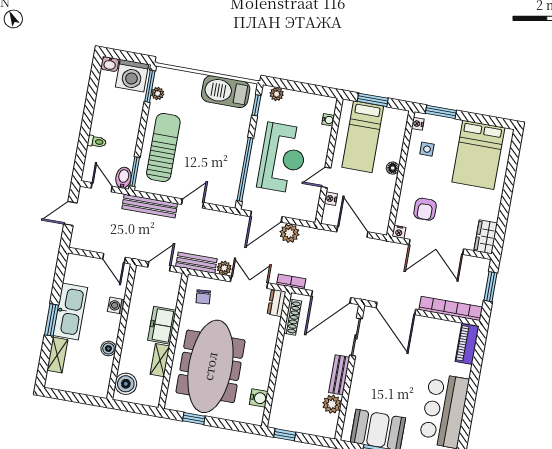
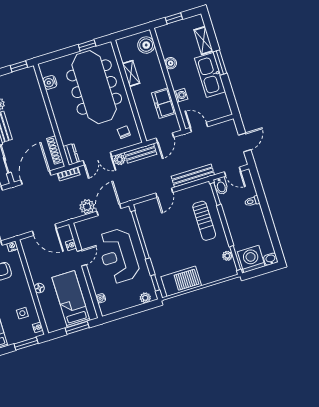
sun lounger: (163, 147) -> (204, 221), width x0.73, depth x0.75
freezer: (162, 325) -> (164, 103), moved, turned 180
window: (78, 398) -> (174, 18), added

